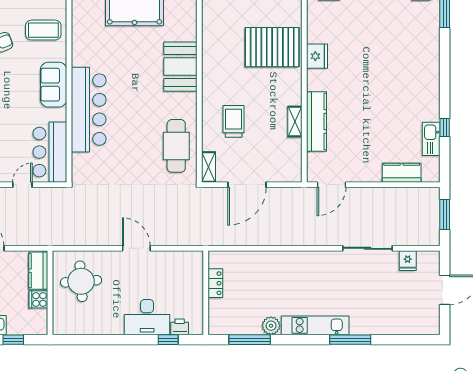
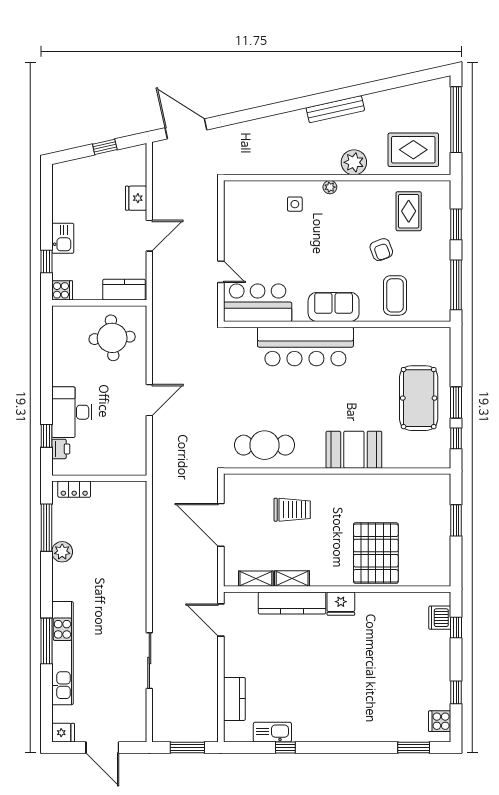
fridge: (317, 56) -> (341, 604), moved
shelving: (209, 167) -> (256, 579), moved
fridge: (408, 261) -> (63, 733), moved, turned 180
locker: (215, 283) -> (74, 489), moved
cooker: (38, 299) -> (62, 290), moved, turned 90
kitchen unit: (315, 325) -> (62, 653), moved, width x1.36

